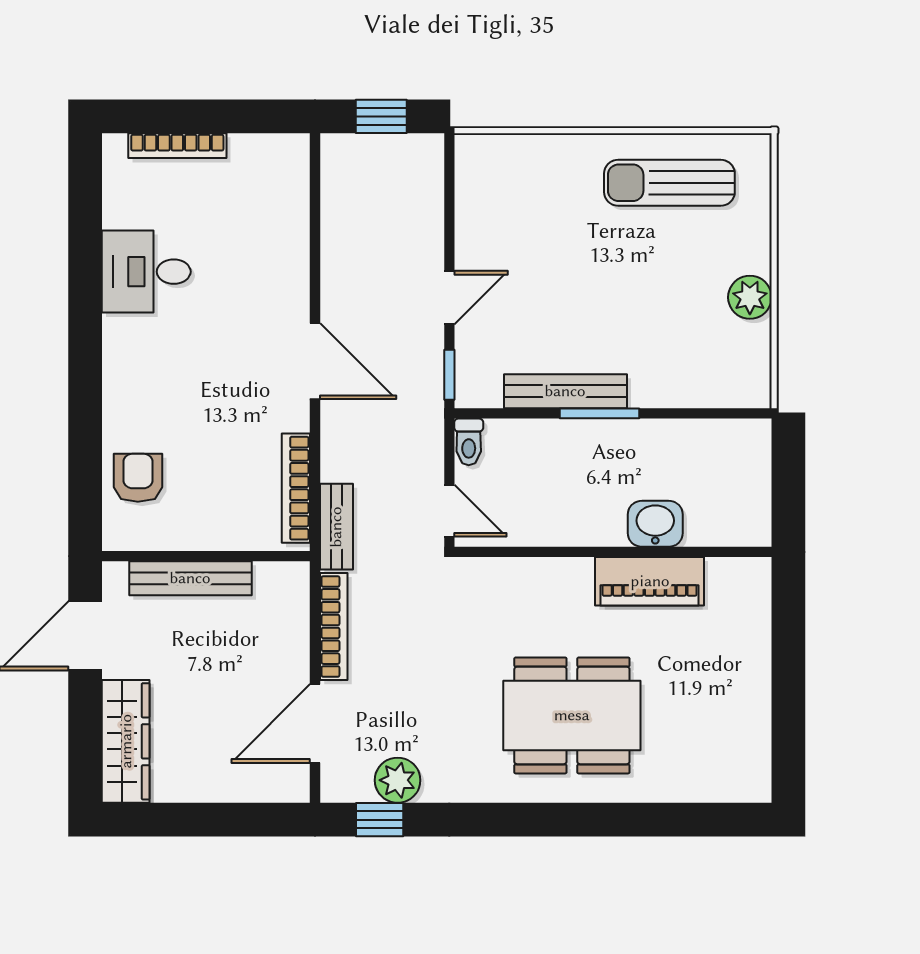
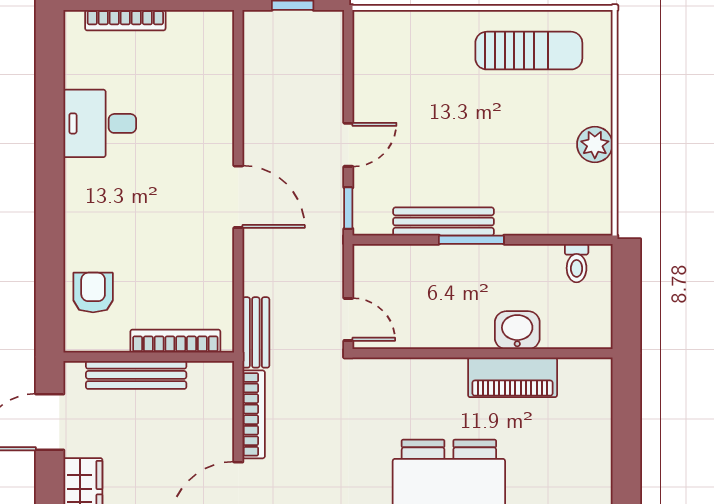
sun lounger: (669, 183) -> (529, 51), turned 180
toilet: (469, 442) -> (577, 263), moved
bookcase: (296, 488) -> (175, 341), moved, turned 90

